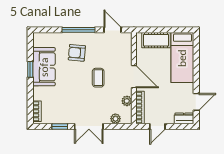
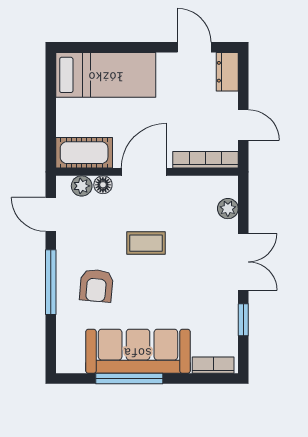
door: (113, 30) -> (51, 214), hinge flipped
cot: (156, 40) -> (84, 153), moved, turned 90
floor lamp: (127, 56) -> (103, 185), added
sofa: (44, 67) -> (138, 351), width x1.36
window: (30, 69) -> (129, 379), width x2.17
plant: (127, 101) -> (82, 186), moved

